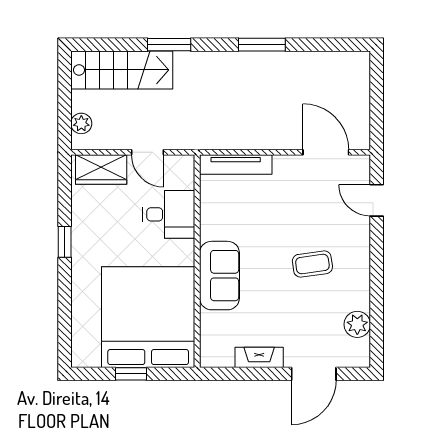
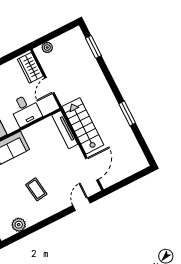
window: (169, 45) -> (93, 47), moved
stairs: (122, 70) -> (83, 126), moved, turned 180

